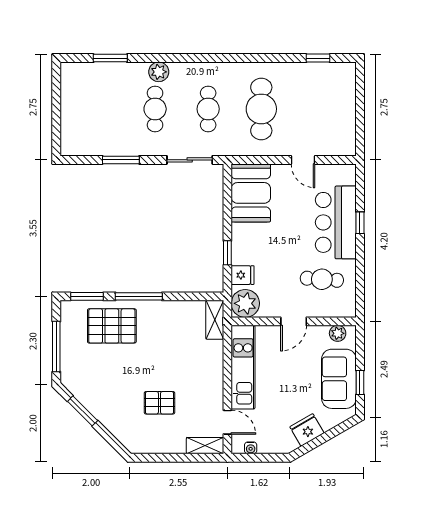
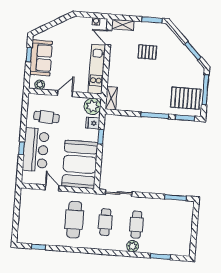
window: (121, 160) -> (175, 198), moved
booth: (251, 193) -> (80, 164), width x1.36, depth x1.42
pallet: (112, 326) -> (186, 98), moved
fridge: (307, 430) -> (62, 29), removed
window: (156, 458) -> (152, 20), added

